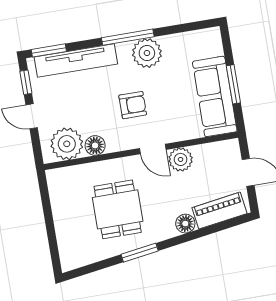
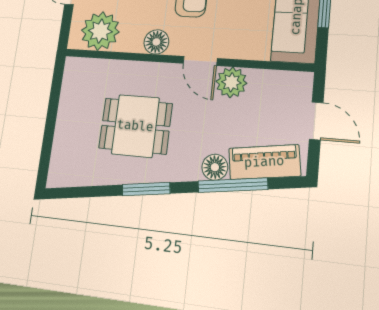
floor lamp: (95, 145) -> (156, 42), moved
dining table: (118, 209) -> (135, 126), turned 90
window: (202, 233) -> (233, 185), added

